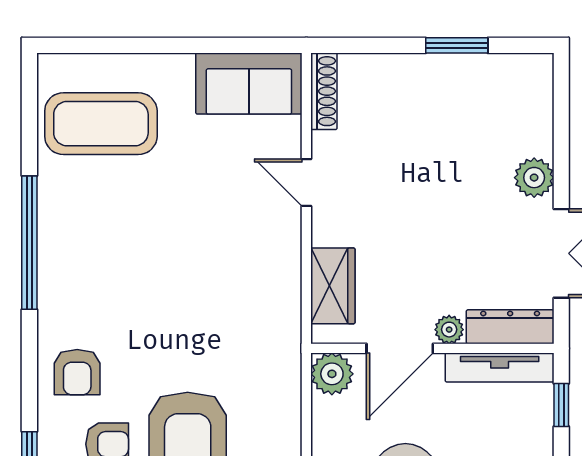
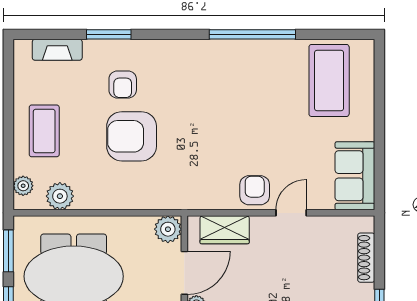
shoe rack: (324, 91) -> (366, 258), moved, turned 90
door: (400, 348) -> (184, 273), swing flipped
armchair: (77, 372) -> (255, 190), moved, turned 90

